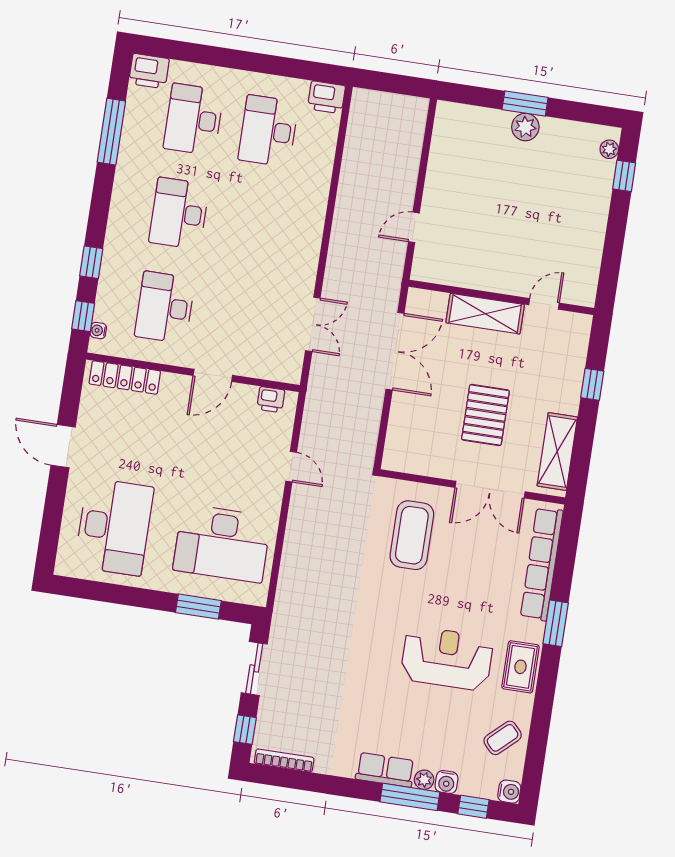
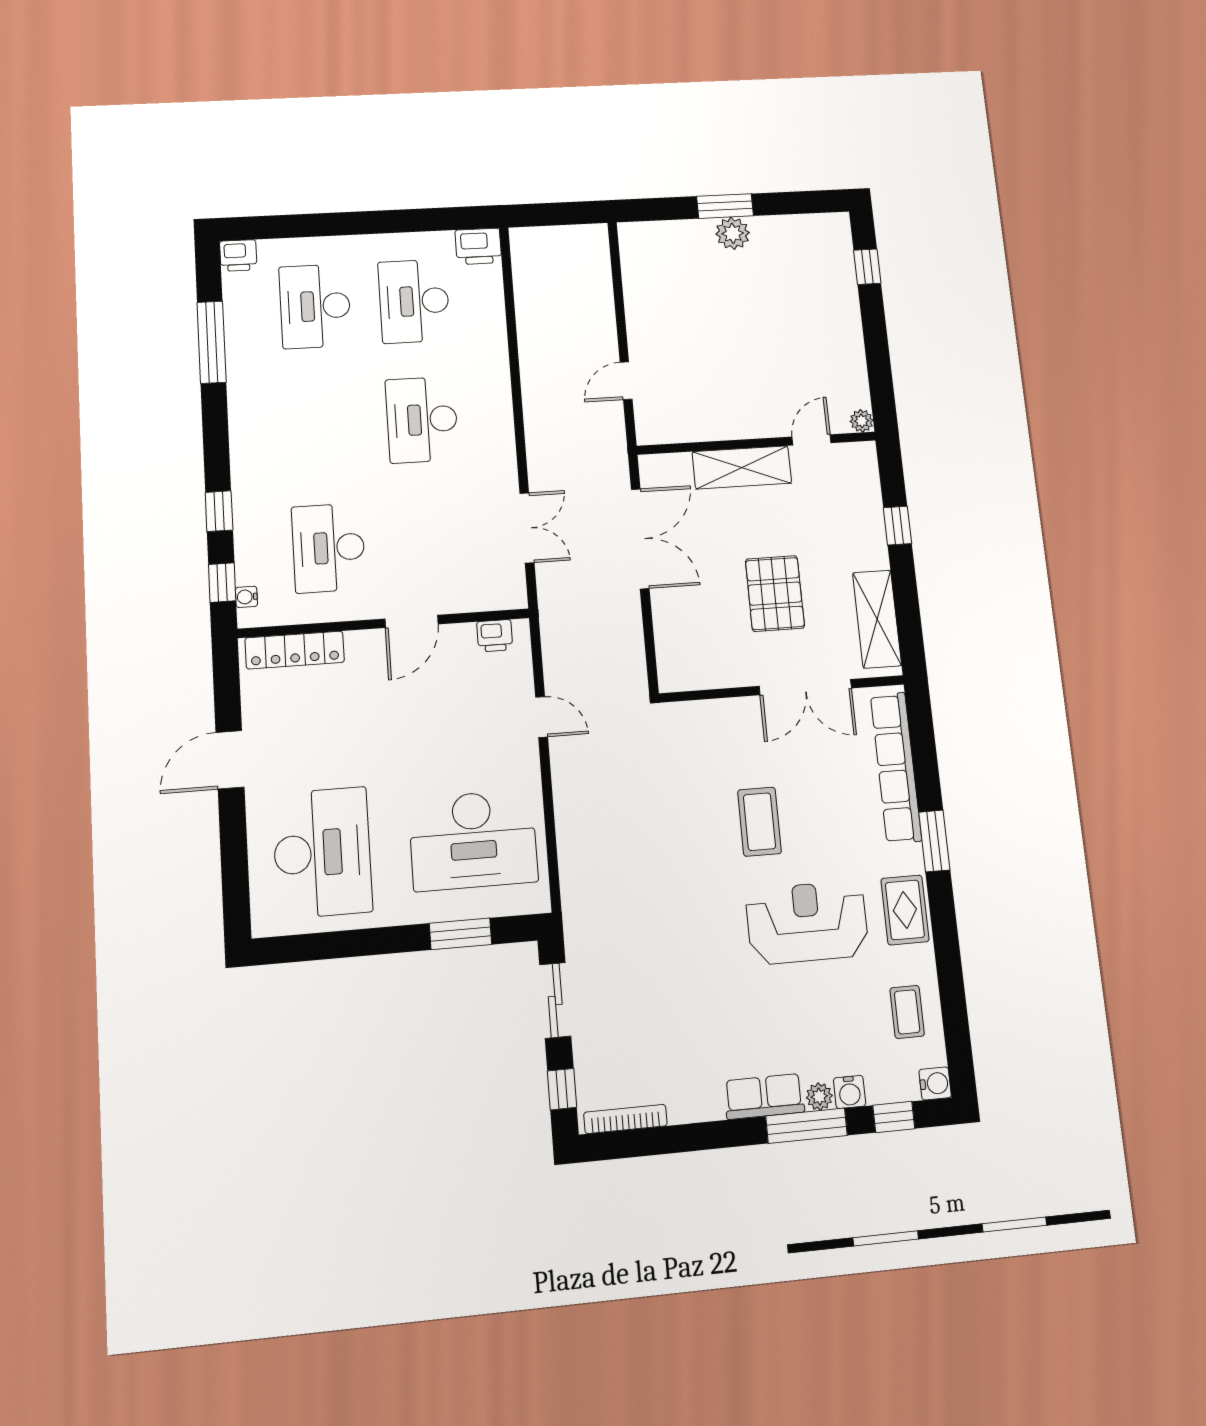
printer: (149, 71) -> (238, 255), width x0.73, depth x0.81
plant: (609, 149) -> (862, 421), moved
desk: (179, 213) -> (422, 420), moved
door: (63, 446) -> (230, 760), hinge flipped
coffee table: (412, 535) -> (759, 822), moved, width x0.73, depth x0.76
coffee table: (503, 738) -> (907, 1012), turned -47

